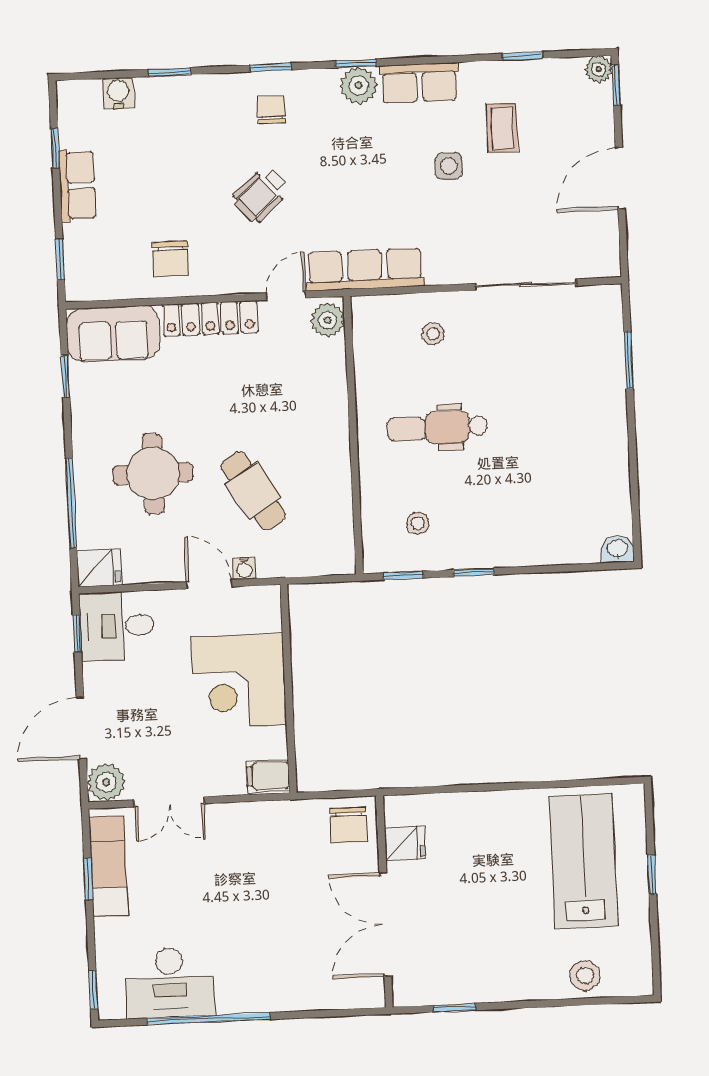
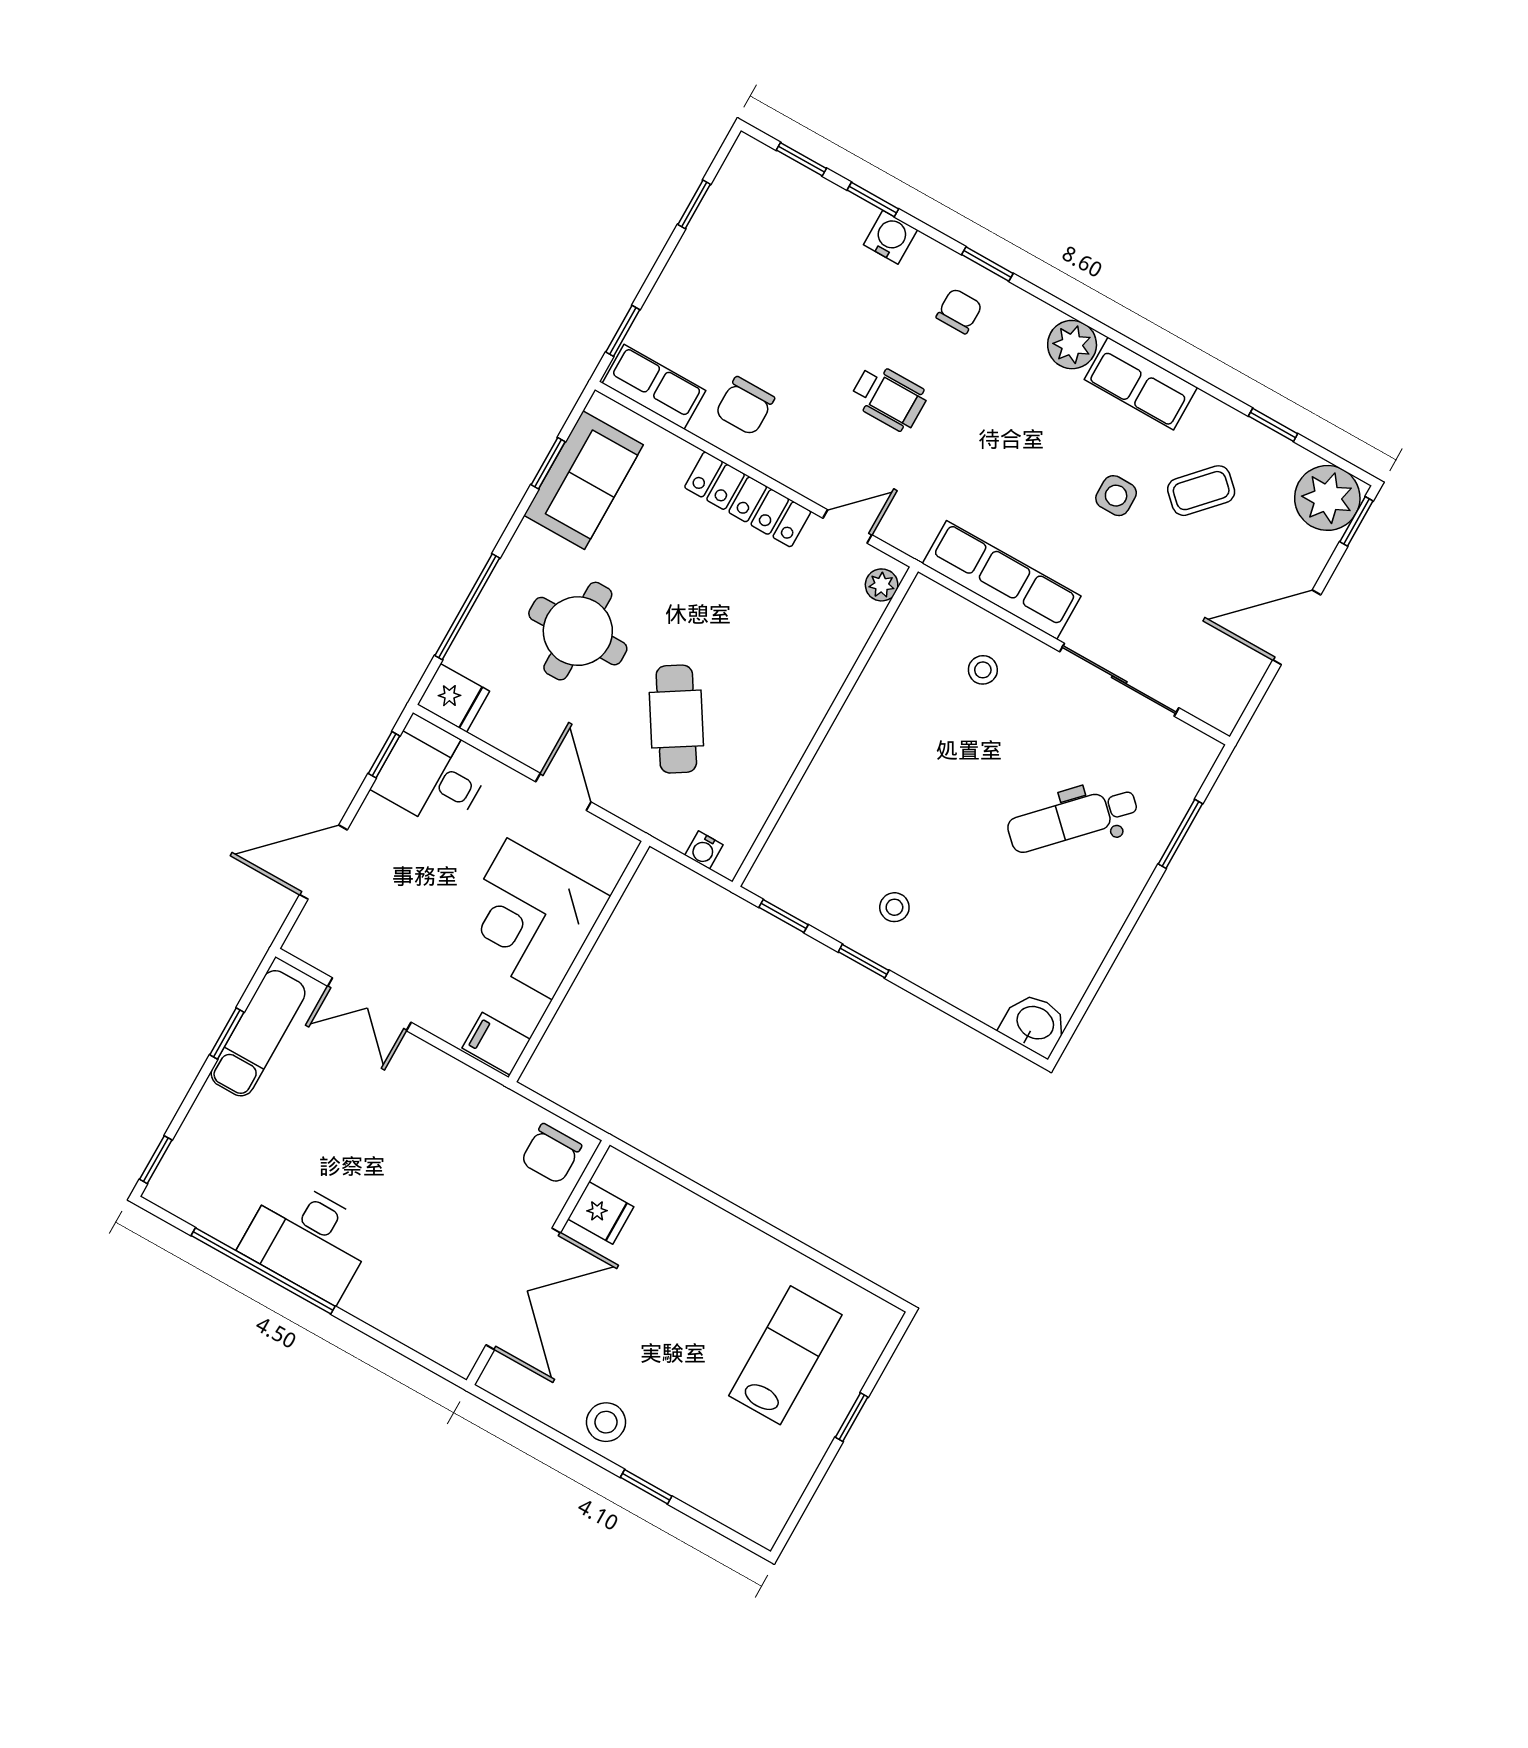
window: (356, 64) -> (801, 159), moved
plant: (599, 69) -> (1327, 498), width x1.87, depth x1.87
water cooler: (118, 93) -> (890, 237), moved
coffee table: (502, 128) -> (1201, 491), turned 43
row of seats: (77, 185) -> (654, 387), moved, turned -90
wheelchair: (261, 195) -> (889, 397), turned -138
row of seats: (365, 269) -> (1002, 580), moved
plant: (328, 320) -> (882, 585), width x0.73, depth x0.73
sofa: (113, 334) -> (584, 480), moved, turned -90
dental chair: (437, 428) -> (1073, 819), moved, turned -46
stool: (418, 523) -> (894, 907), moved
washbasin: (617, 549) -> (1035, 1024), width x1.38, depth x1.45
water cooler: (244, 569) -> (704, 850), moved
plant: (106, 782) -> (313, 939), removed
lab bench: (583, 861) -> (785, 1355), width x0.73, depth x0.72
double door: (385, 925) -> (523, 1289), swing flipped
stool: (585, 975) -> (606, 1422), moved
desk: (170, 983) -> (308, 1240), moved
window: (455, 1008) -> (646, 1487), moved

